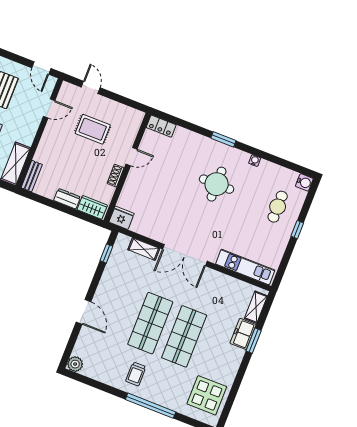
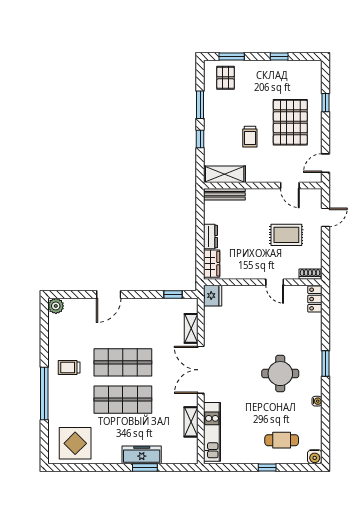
rug: (93, 129) -> (286, 235), turned 90
bench: (32, 176) -> (224, 194), width x1.36
shoe rack: (116, 176) -> (310, 274), moved
shelving: (256, 307) -> (191, 422), moved, turned 90
freezer: (243, 334) -> (142, 455), width x1.40

